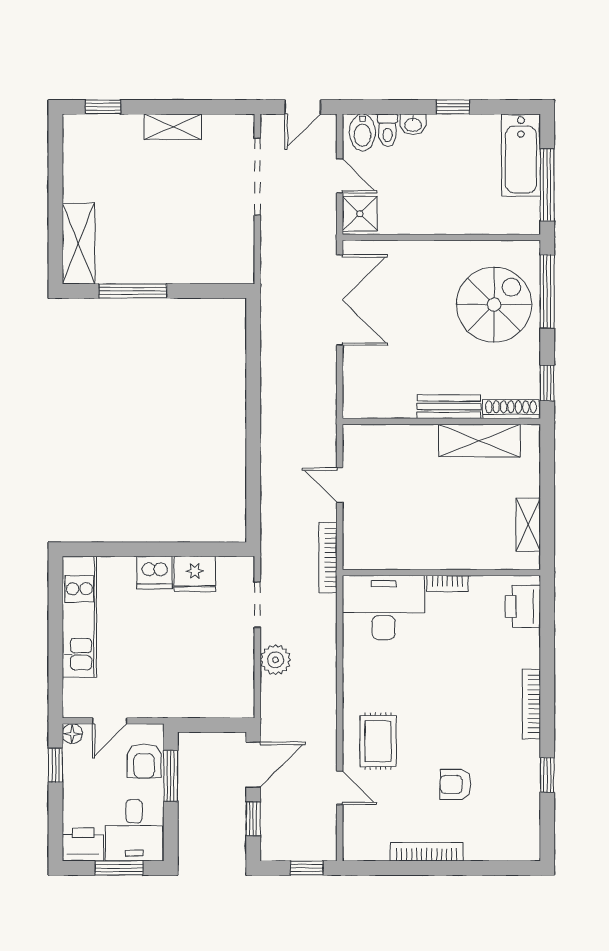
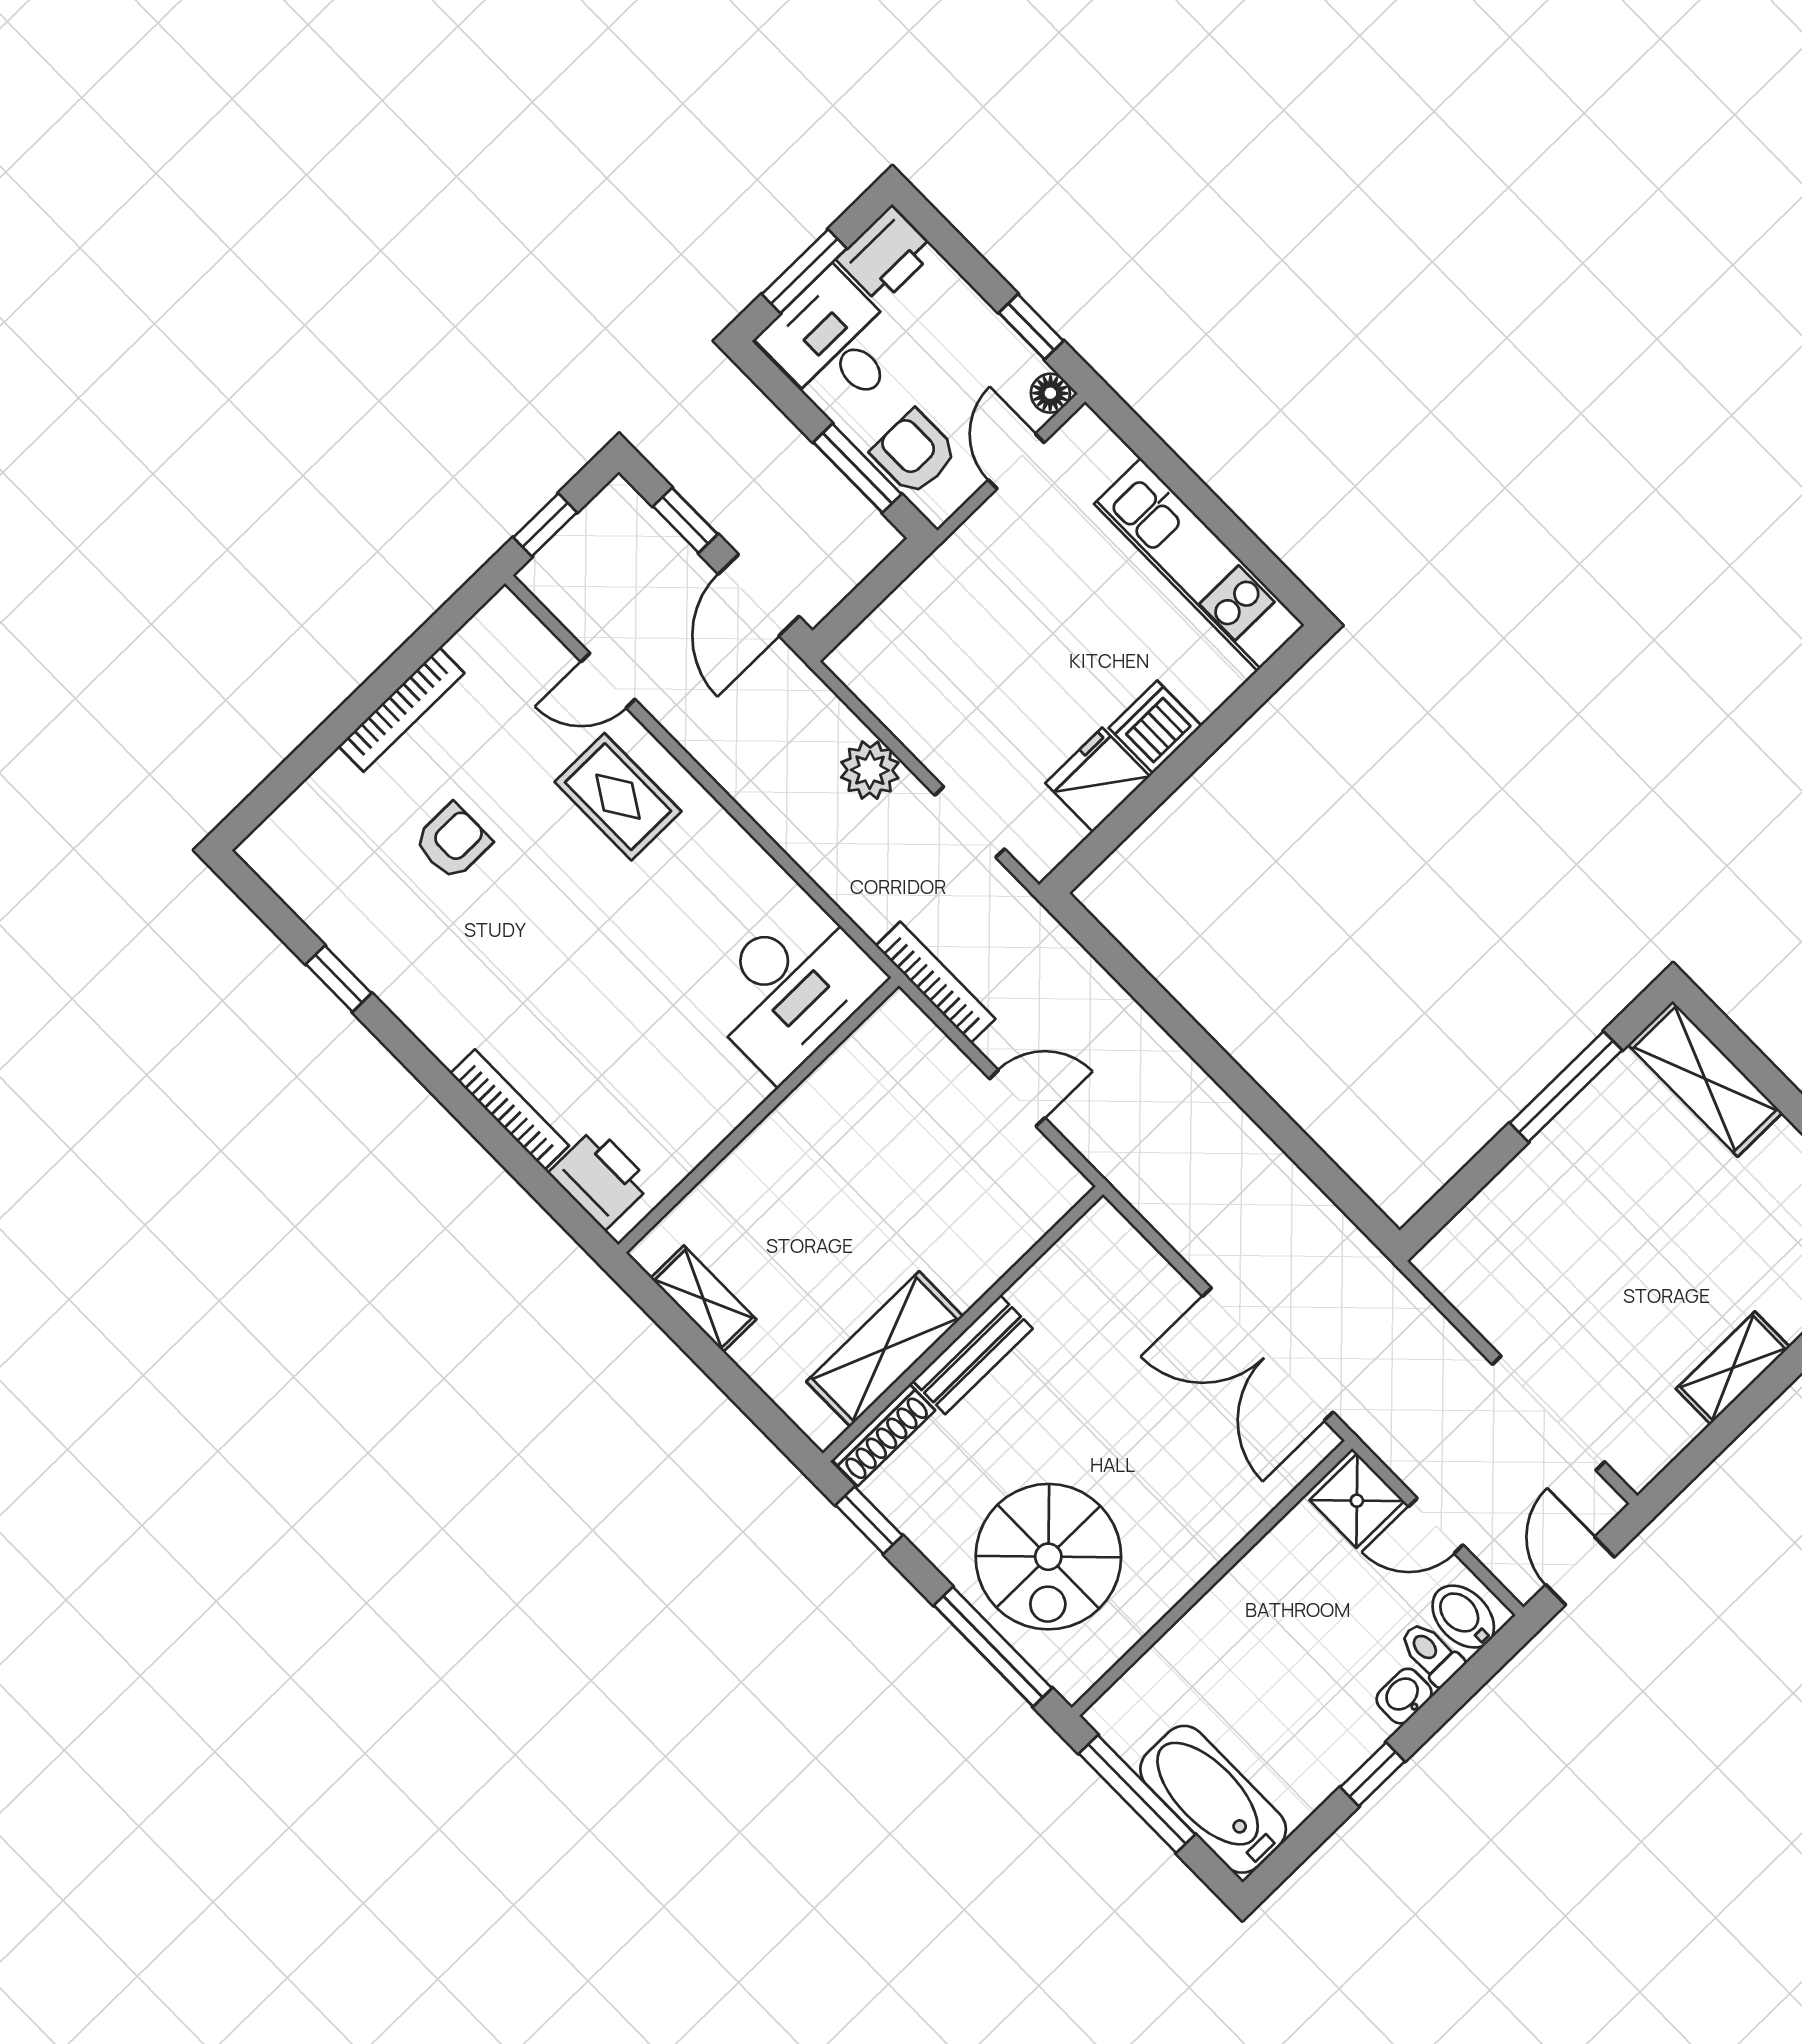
bookcase: (447, 584) -> (736, 1108), removed
bookcase: (531, 704) -> (510, 1110), moved

